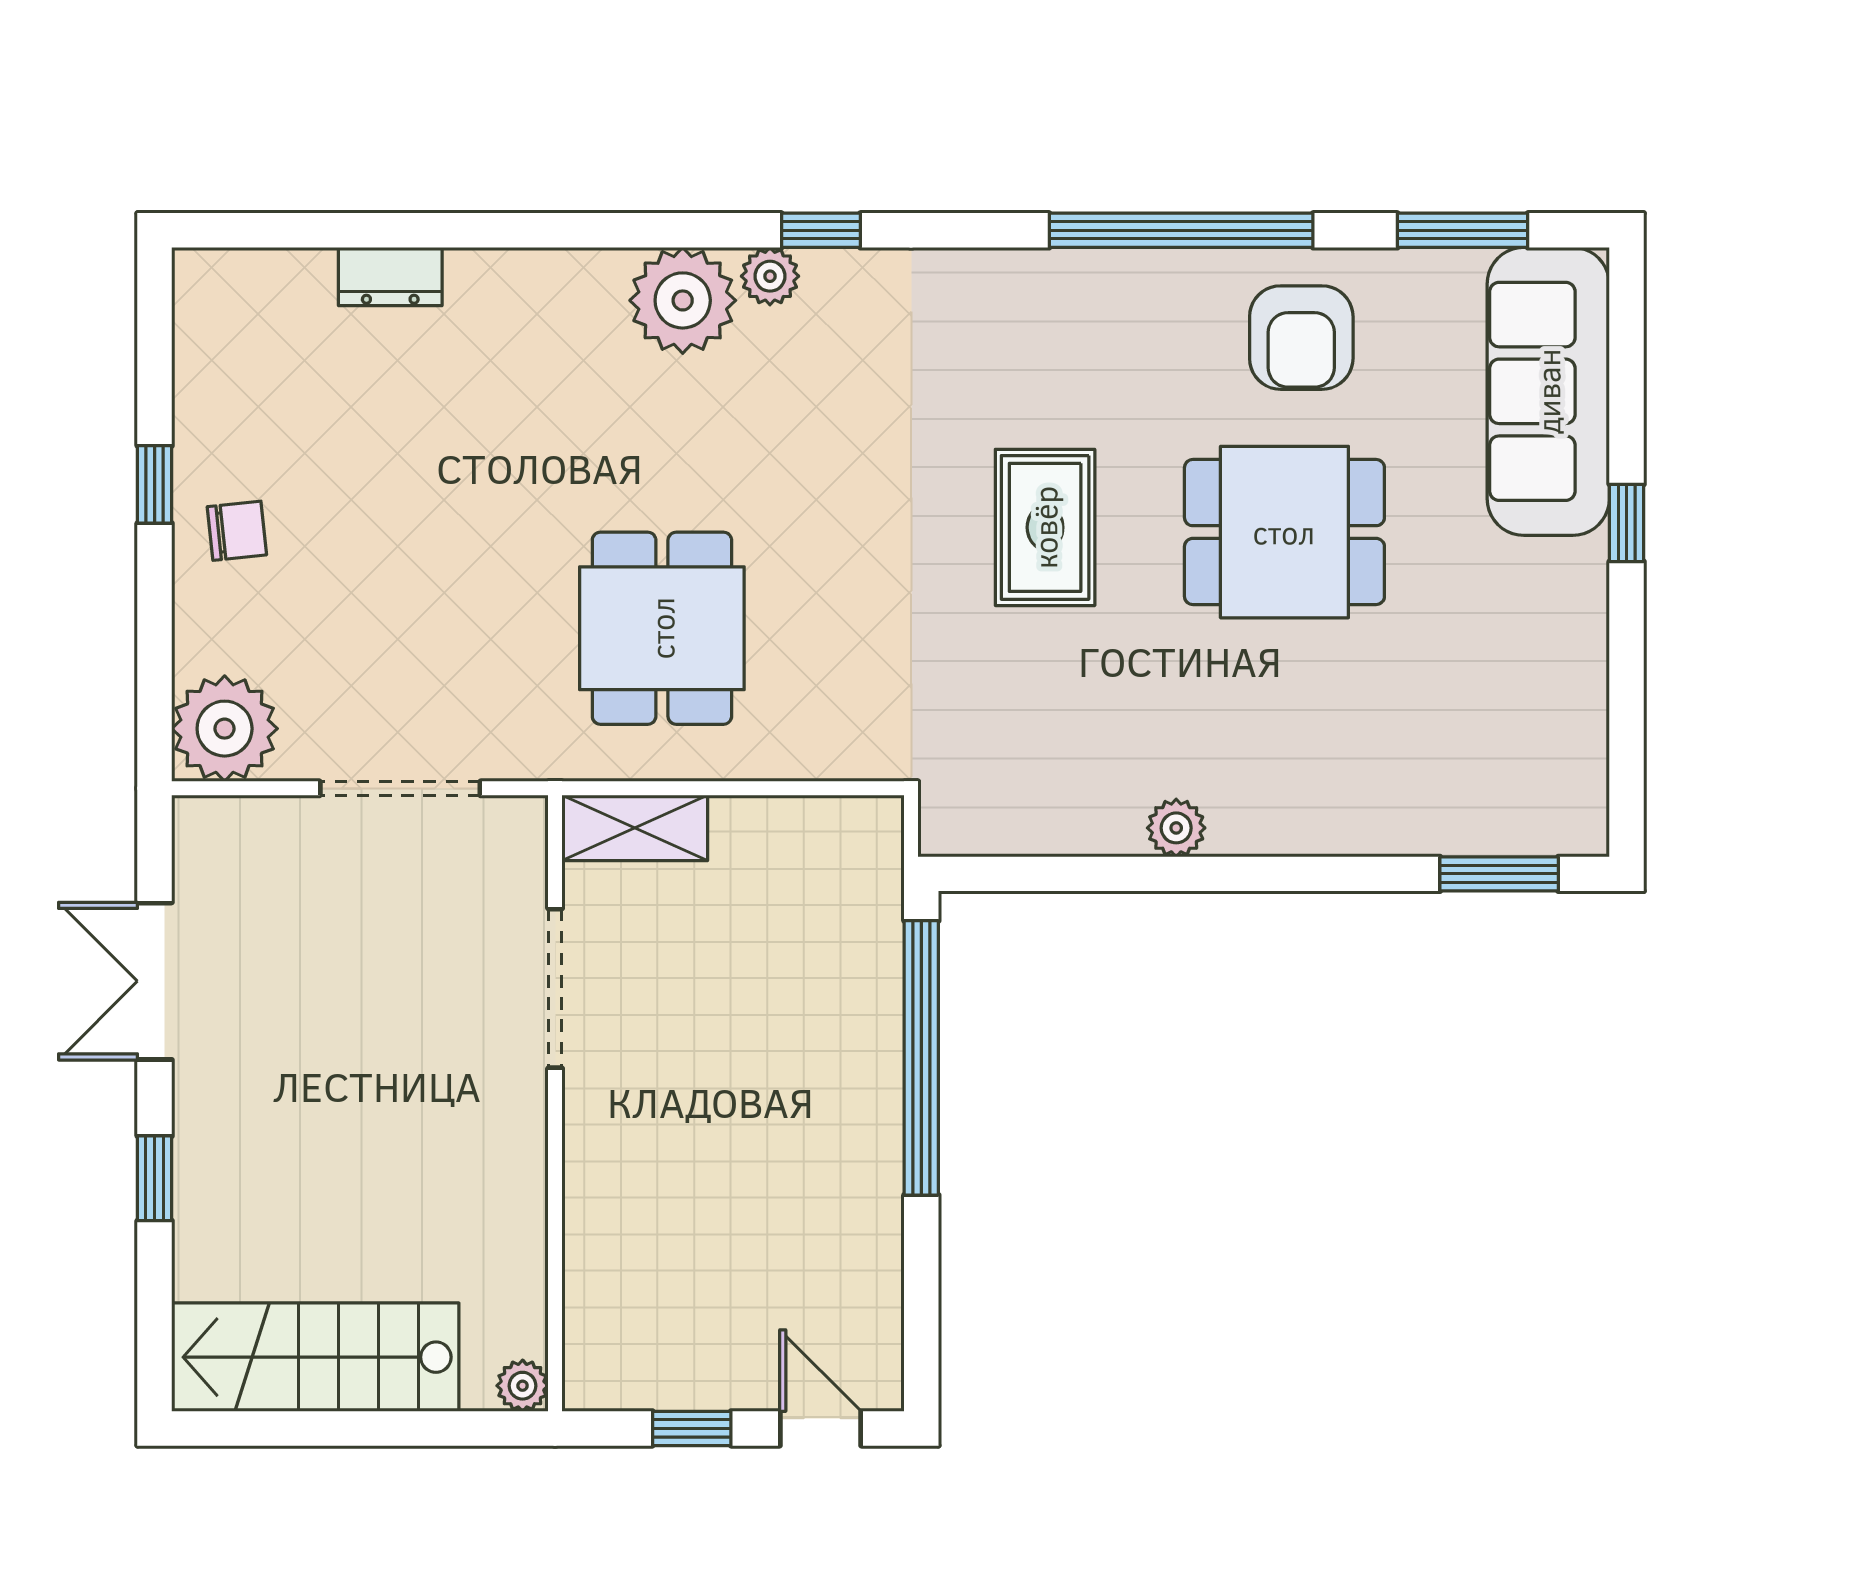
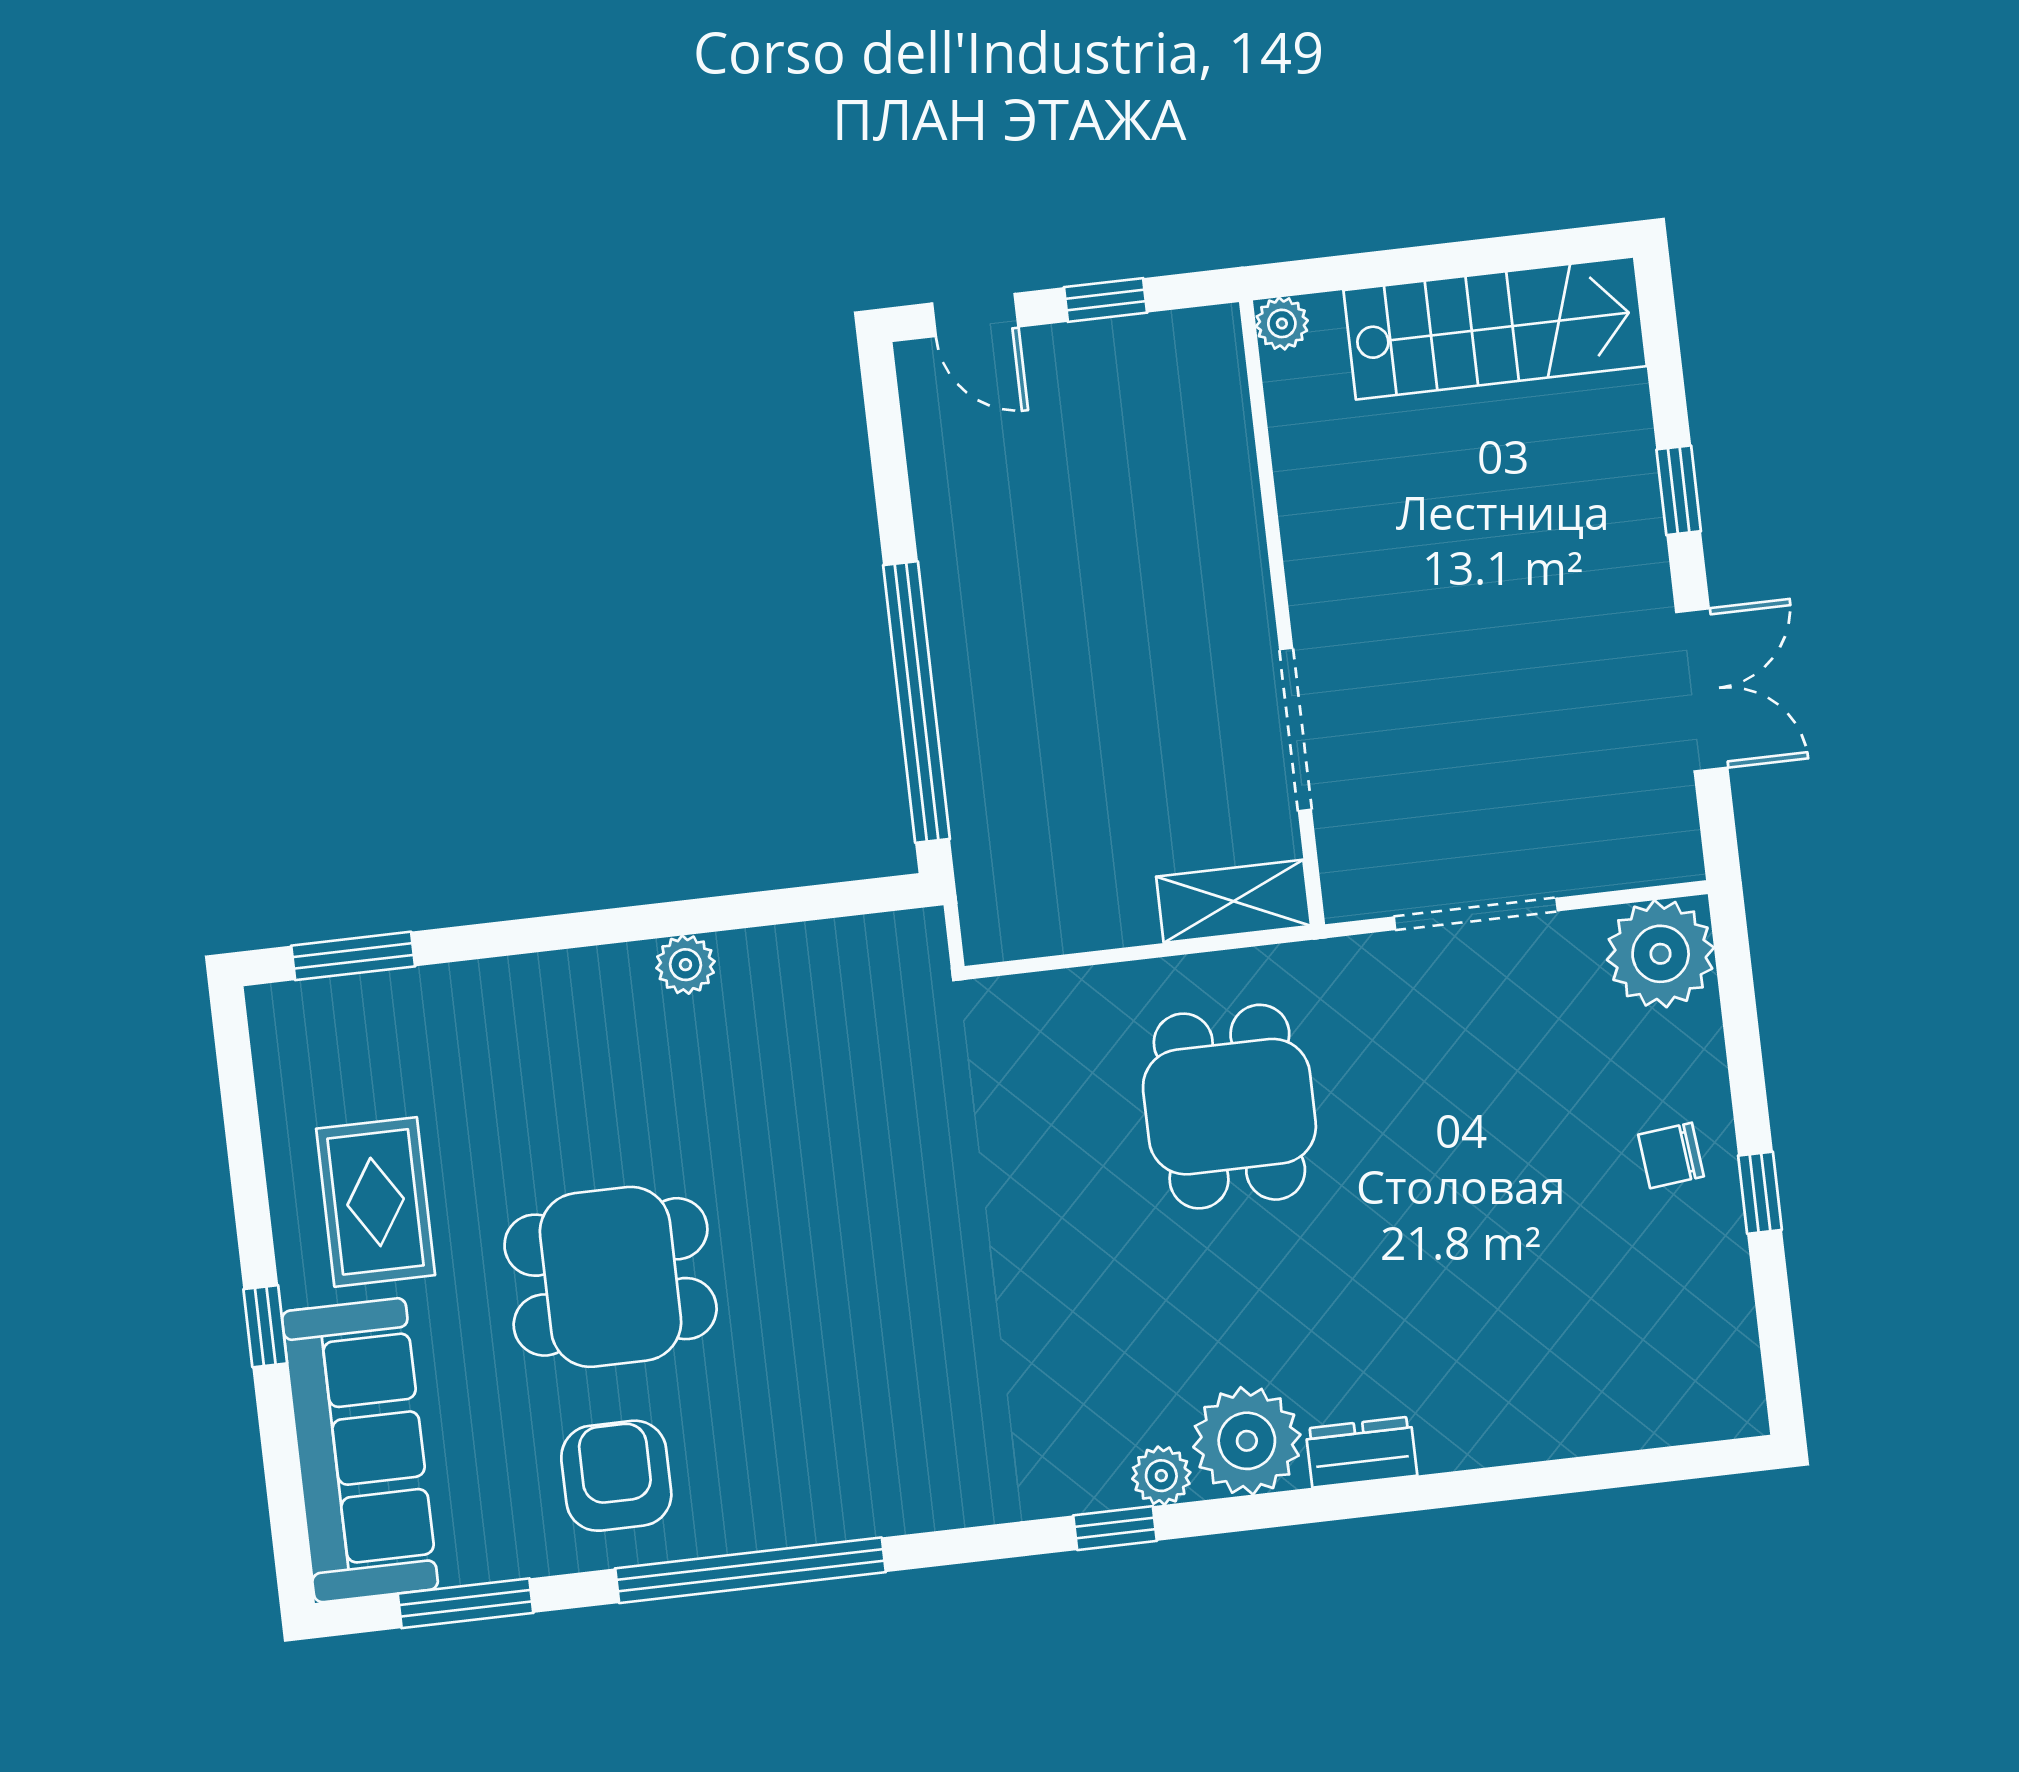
dresser: (390, 277) -> (1361, 1452), moved
rug: (1045, 527) -> (376, 1202), moved

